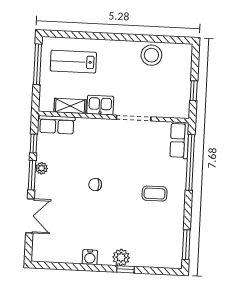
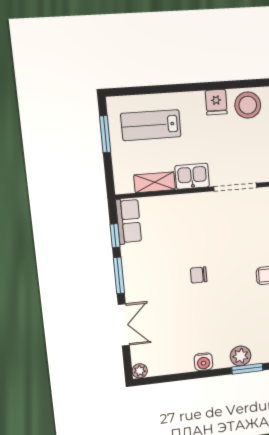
fridge: (127, 50) -> (216, 102), added
window: (37, 64) -> (105, 134), width x0.69
row of seats: (57, 125) -> (129, 221), moved, turned -90
plant: (42, 168) -> (140, 371), moved
window: (125, 269) -> (247, 369), width x1.50

